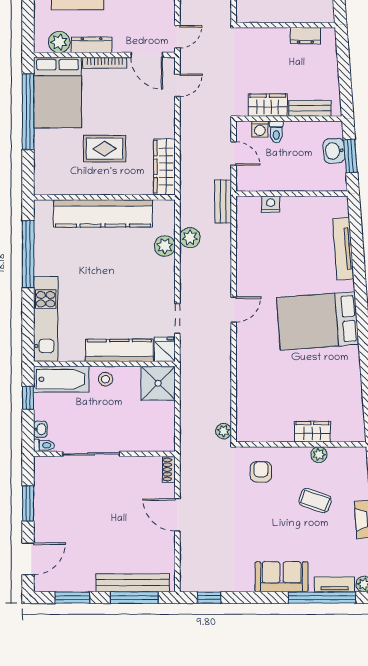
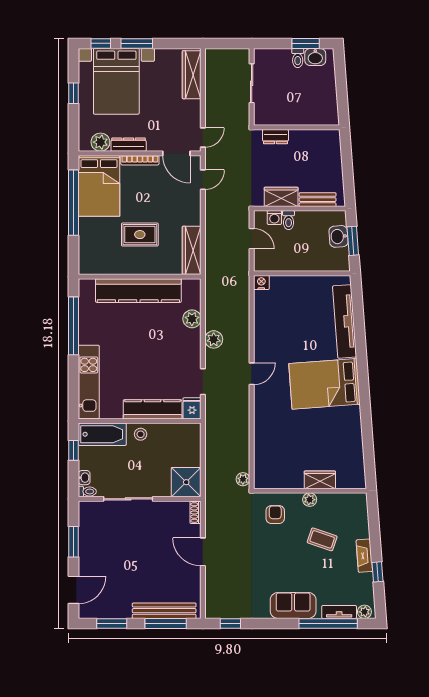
dresser: (305, 36) -> (275, 137), moved
bench: (223, 201) -> (242, 280), removed
nightstand: (271, 204) -> (261, 283), moved
plant: (190, 238) -> (214, 339), moved
tv unit: (343, 249) -> (345, 321), width x1.36, depth x1.29
shower: (158, 383) -> (186, 482), moved
plant: (319, 455) -> (310, 500), moved

